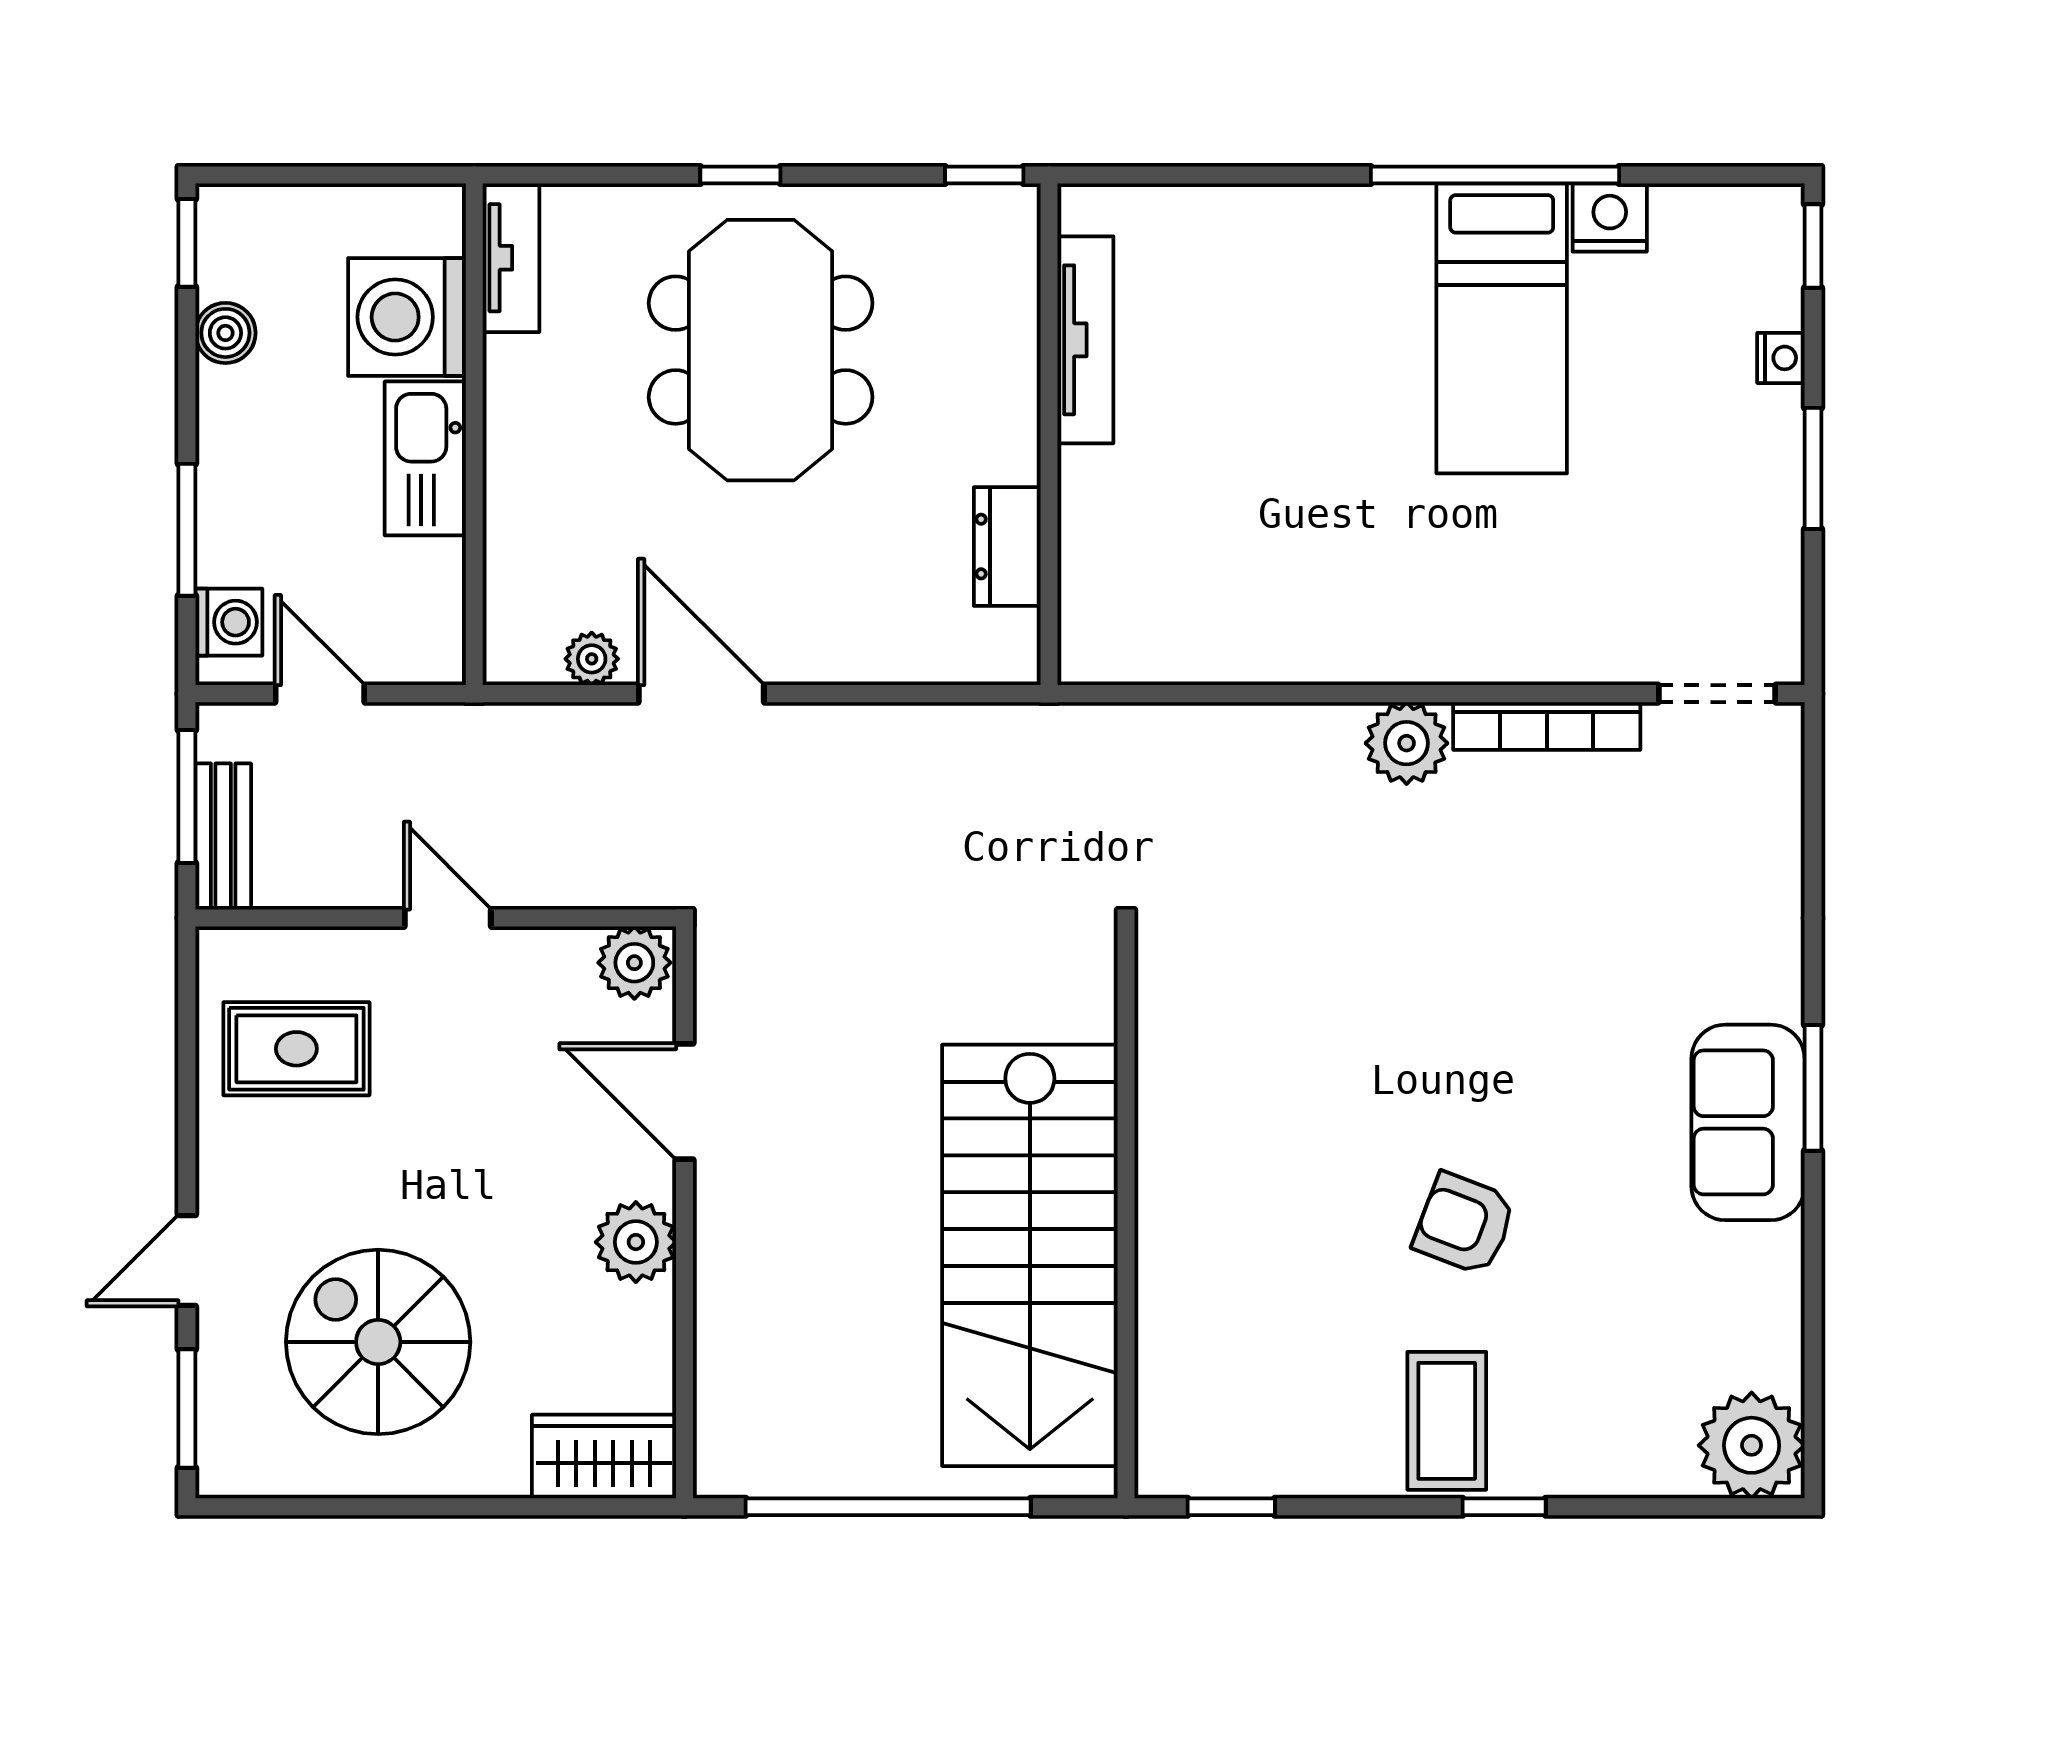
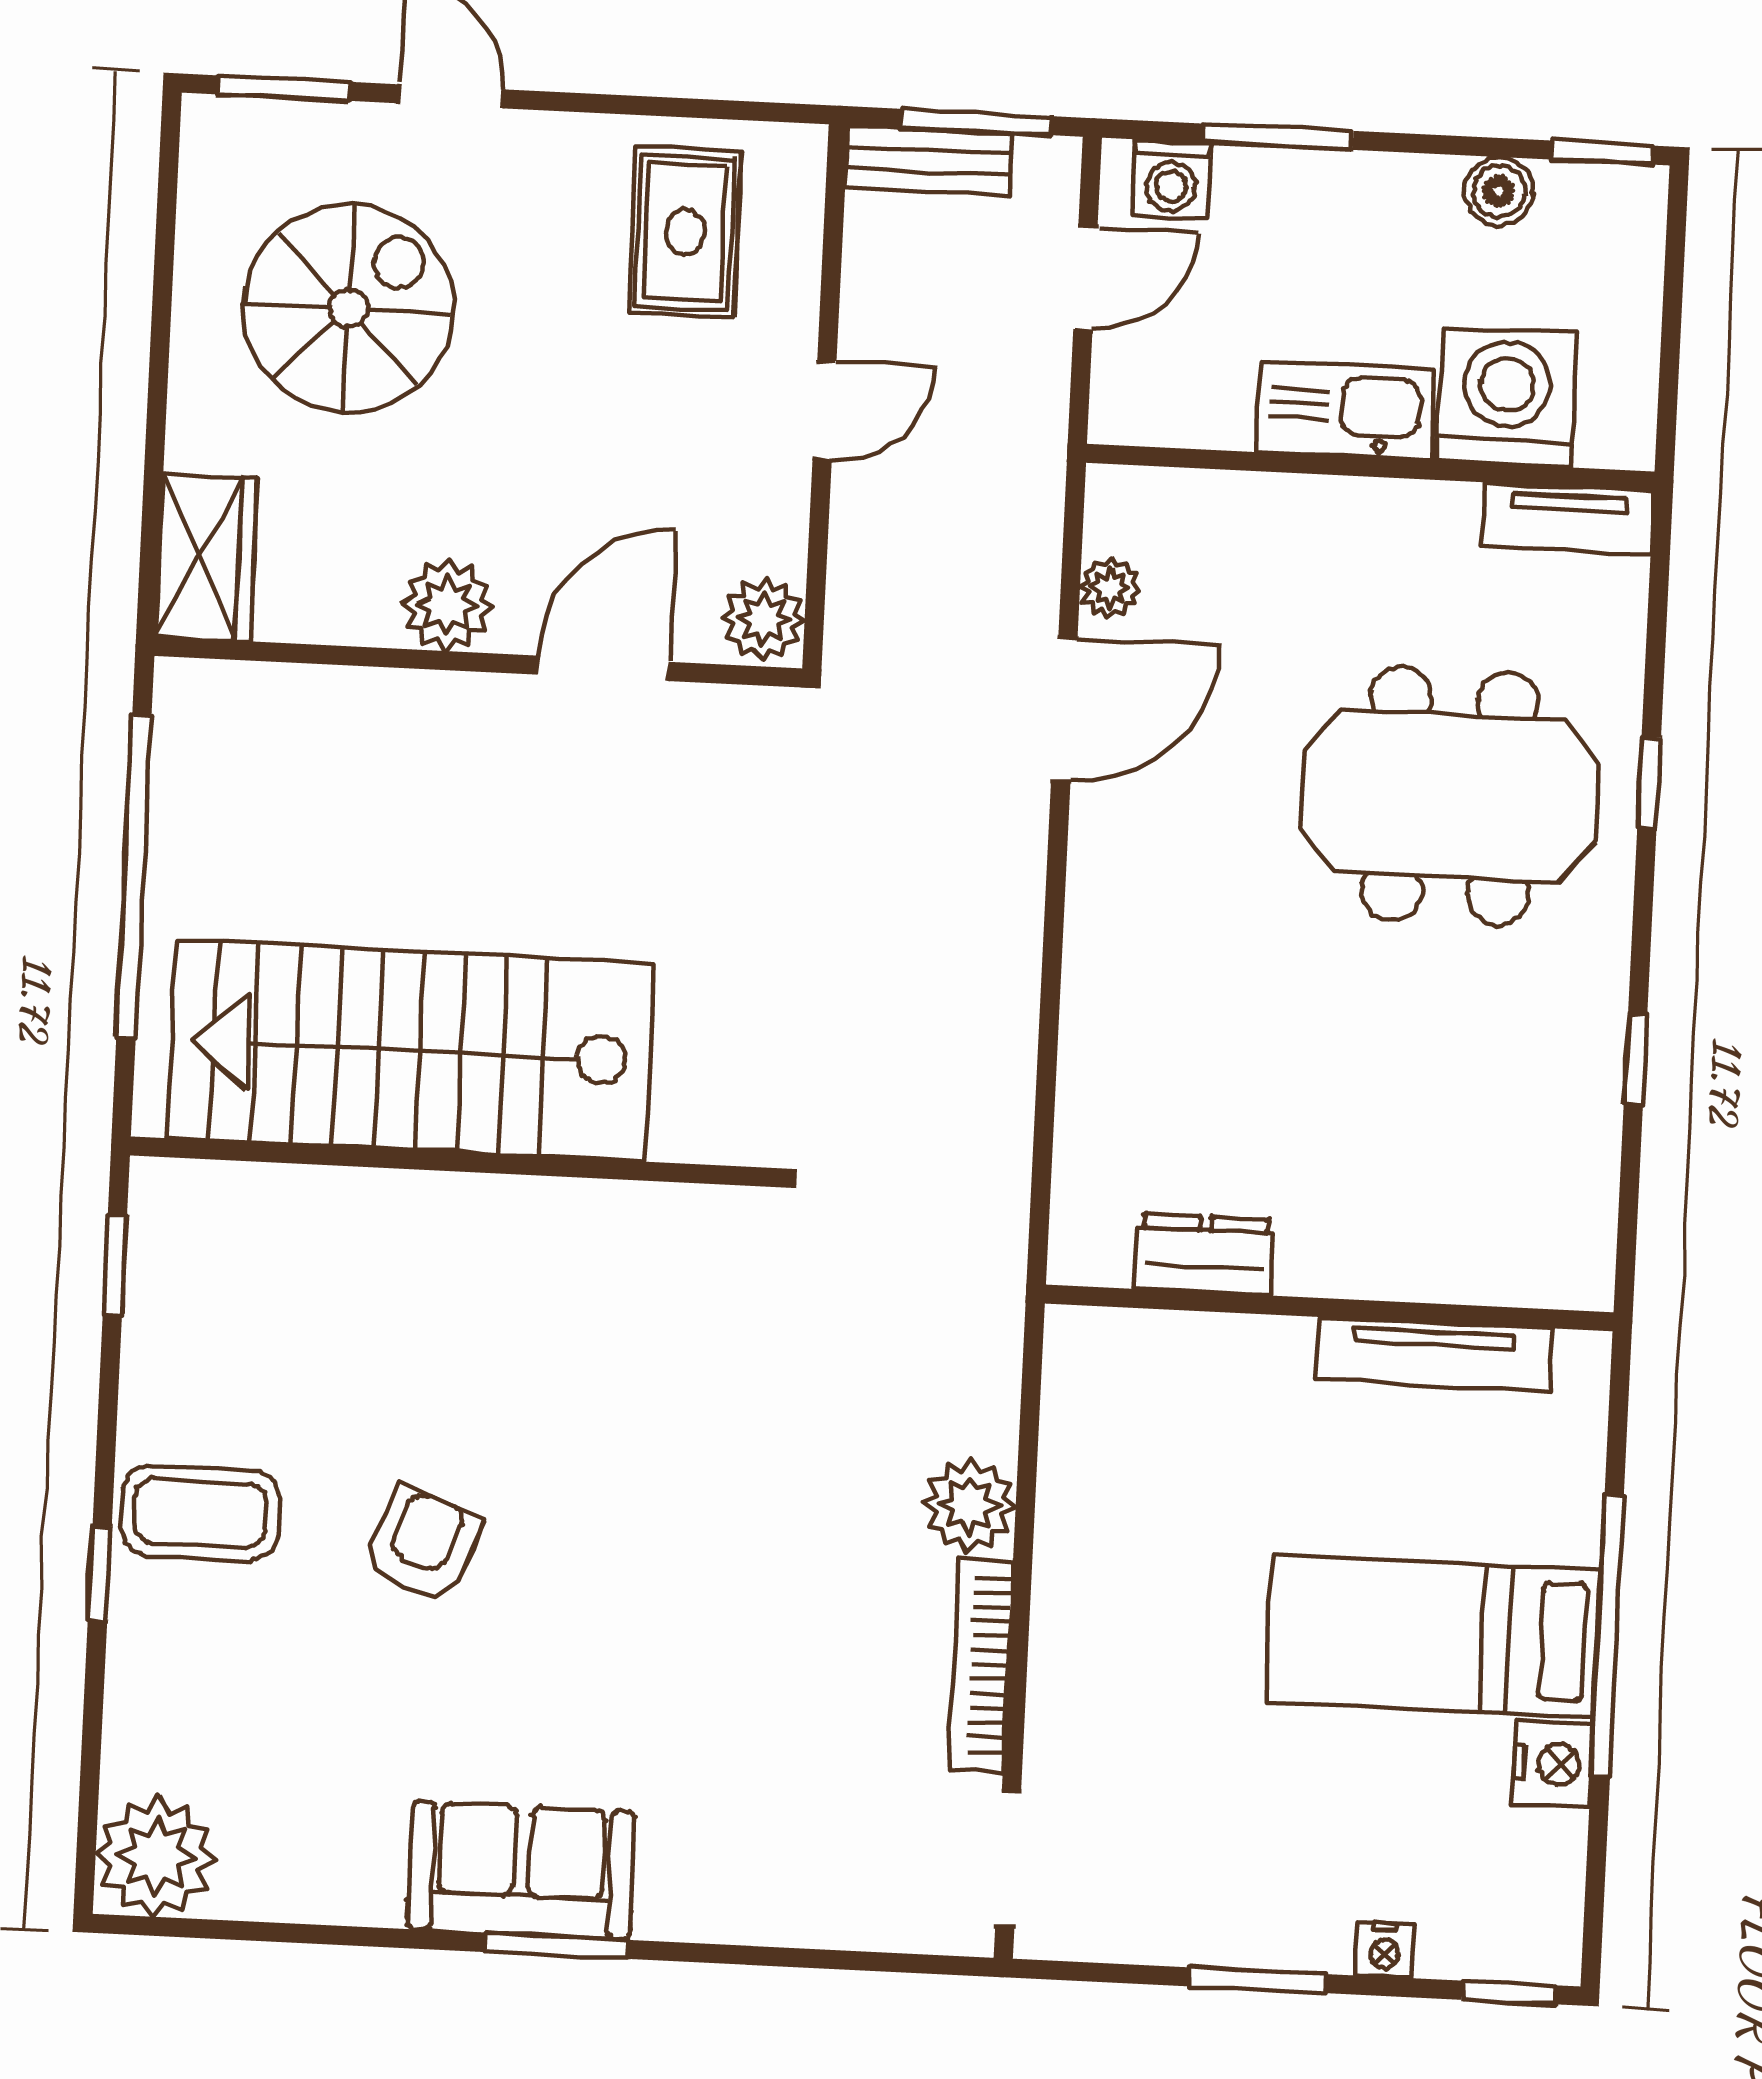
tv unit: (1085, 340) -> (1434, 1354), moved
wall: (1049, 434) -> (1329, 1308), moved
dresser: (1007, 547) -> (1205, 1254), moved

